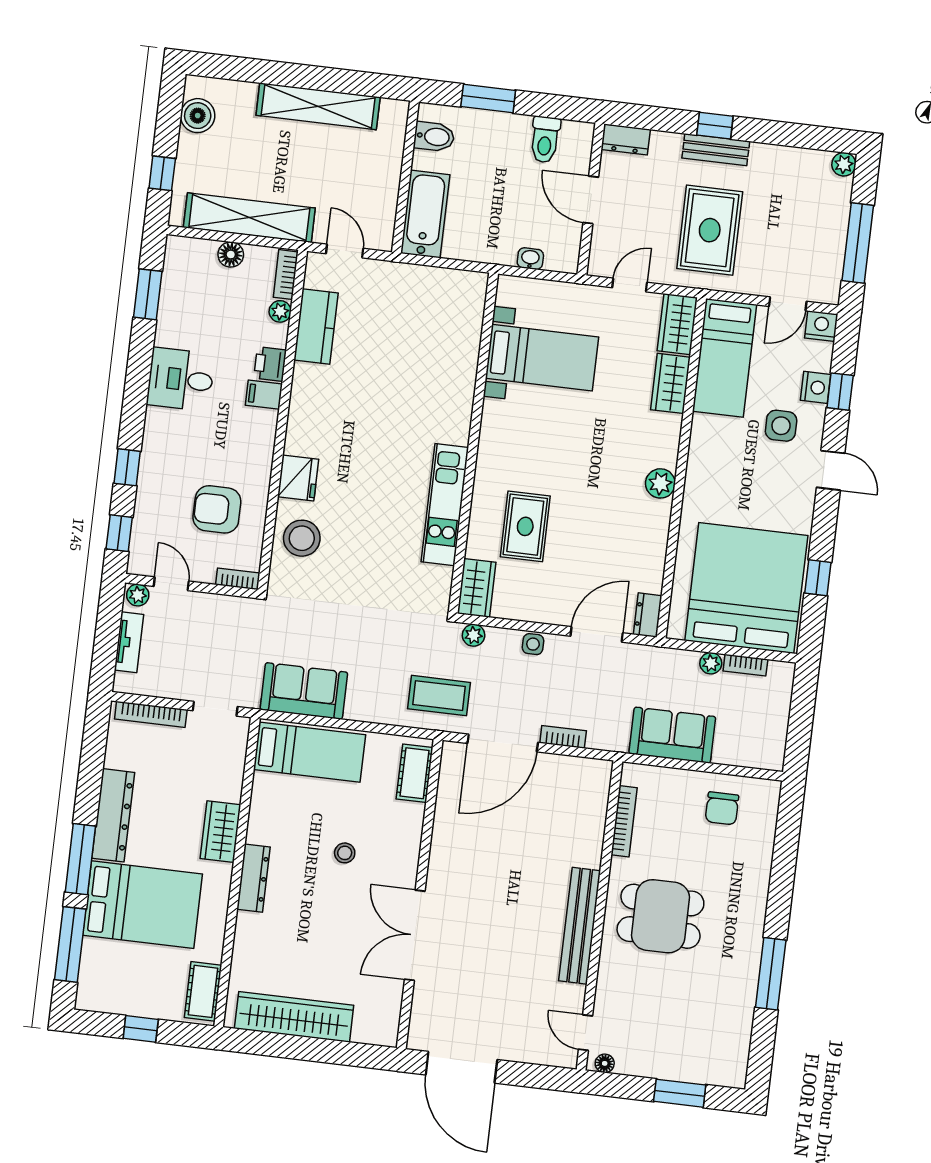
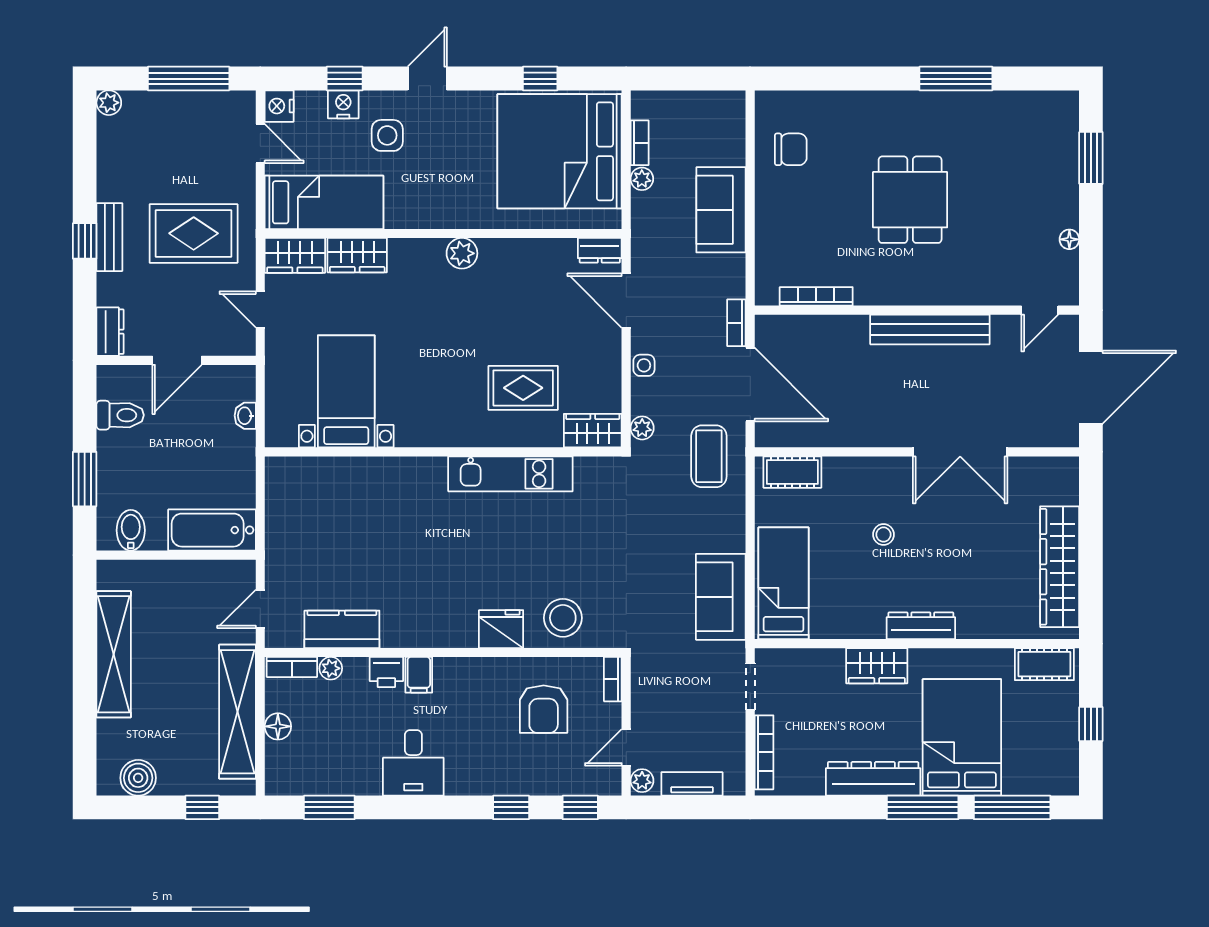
bookcase: (624, 821) -> (816, 296), moved
wall: (599, 915) -> (917, 310), moved
bench: (580, 926) -> (930, 329), moved
door: (586, 1033) -> (1040, 310), moved

